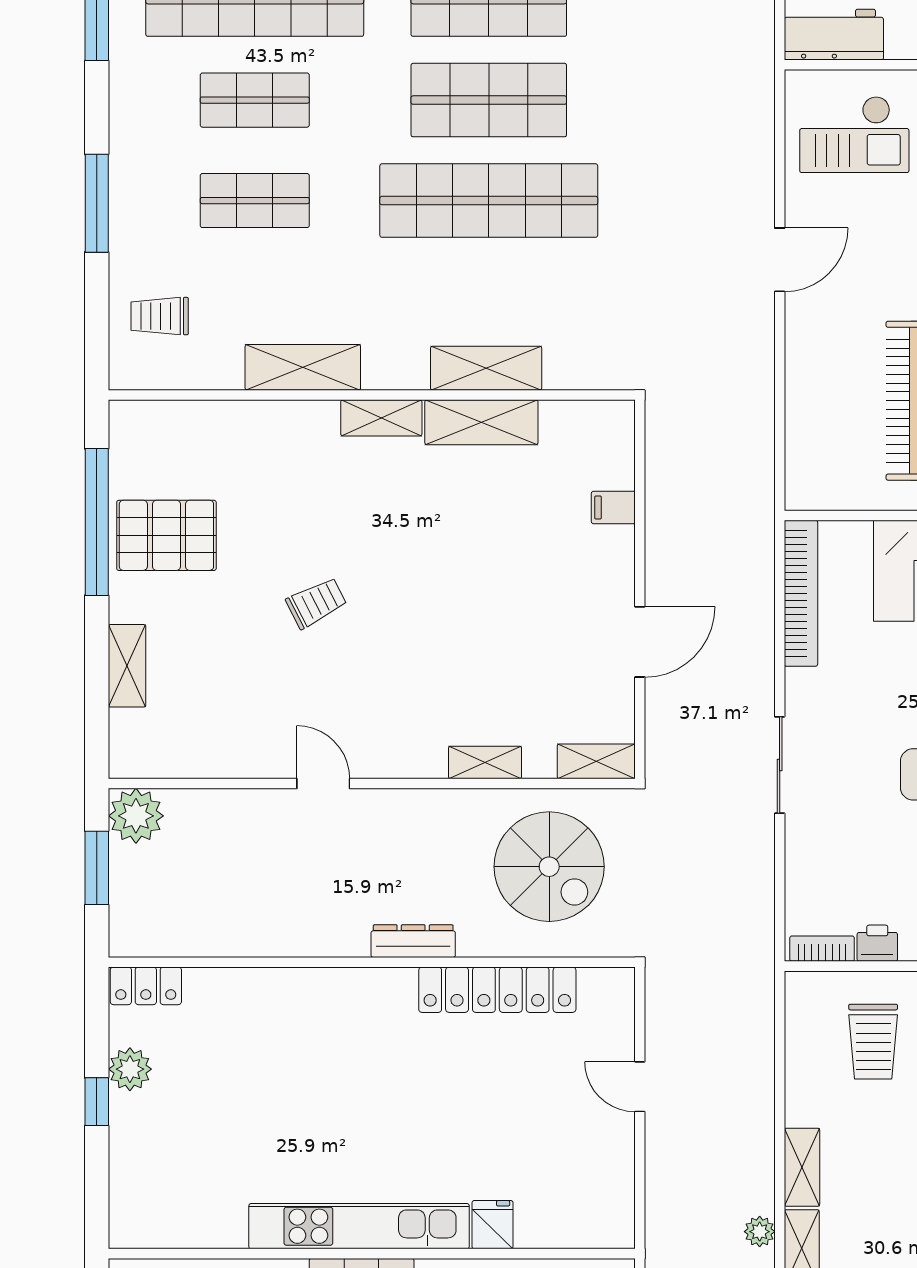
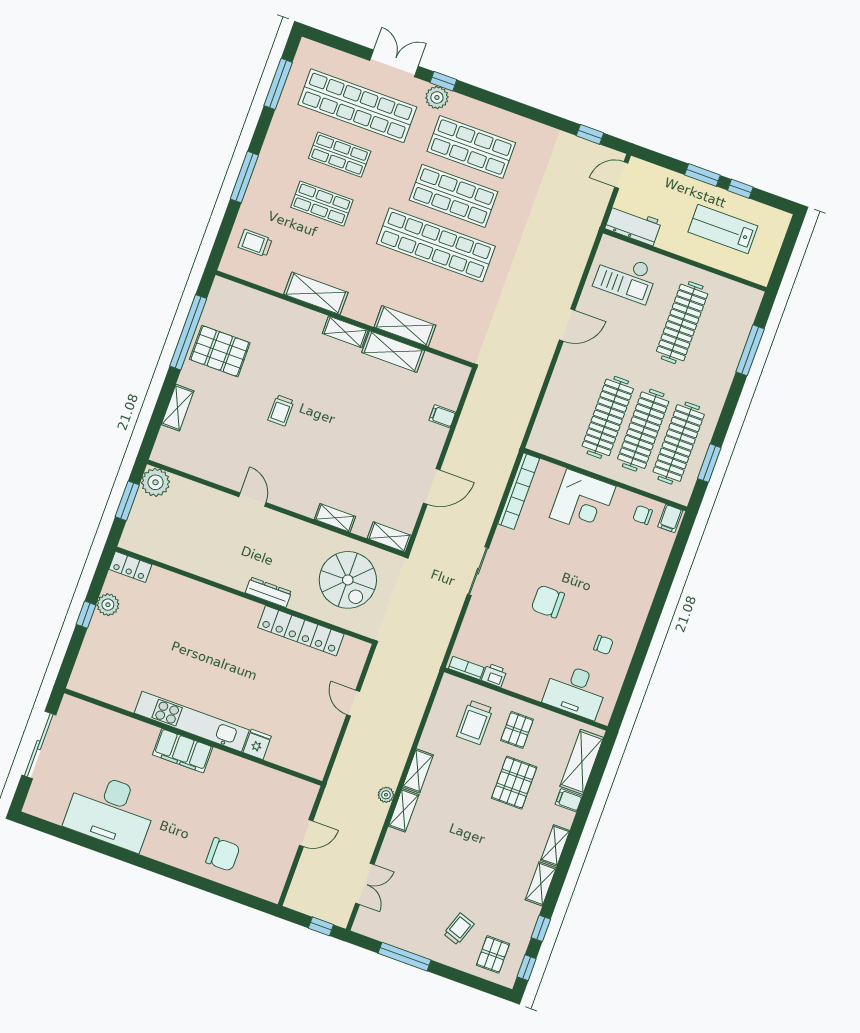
trolley: (316, 603) -> (281, 410), turned 117

